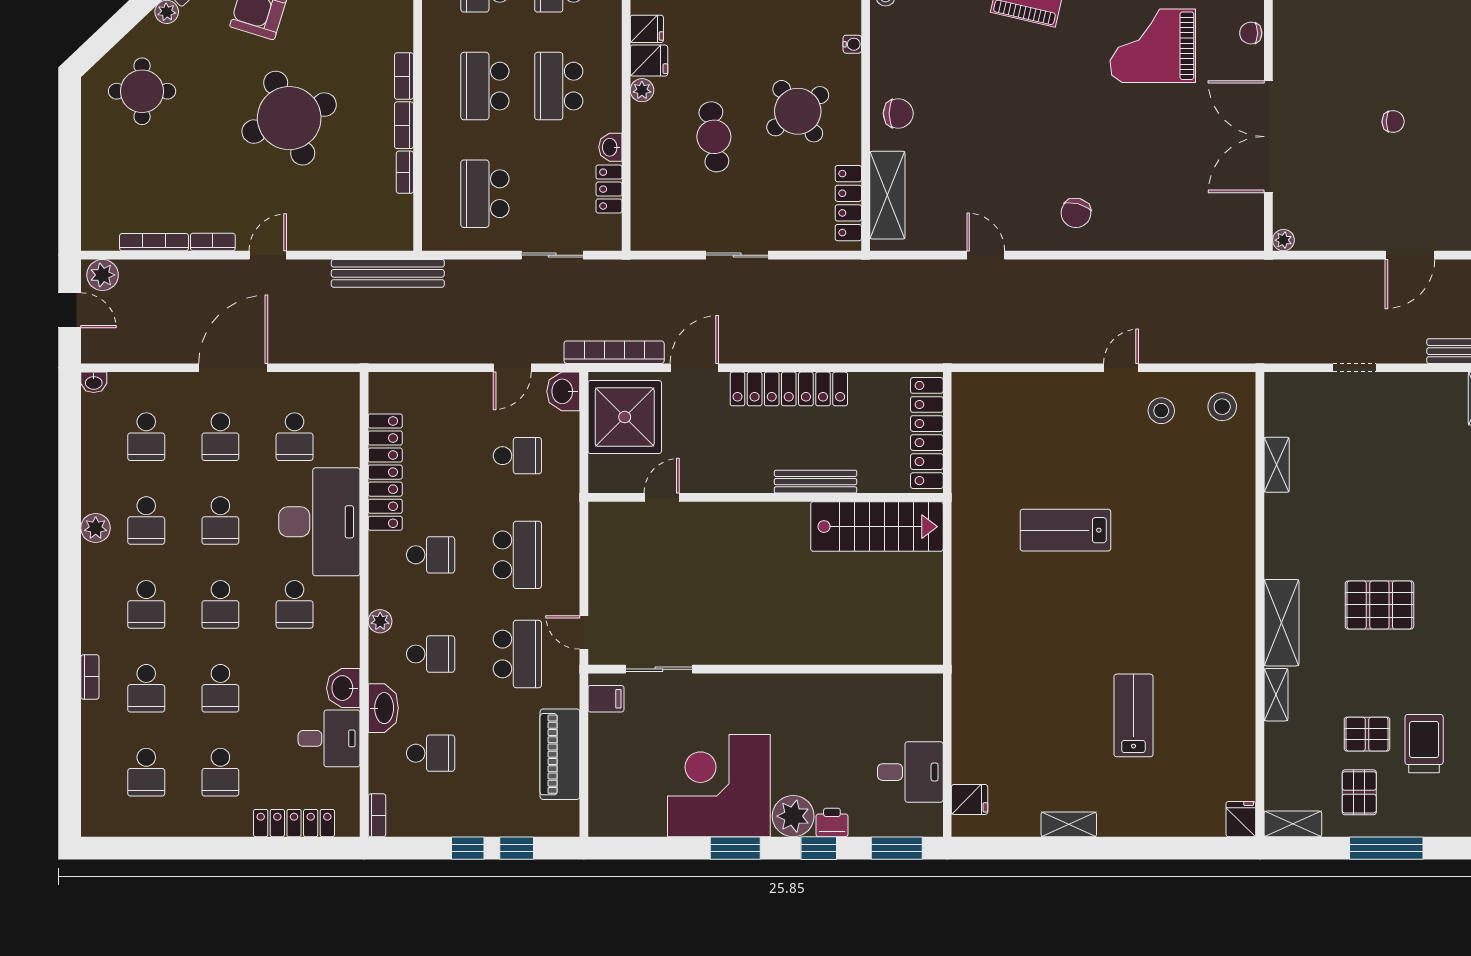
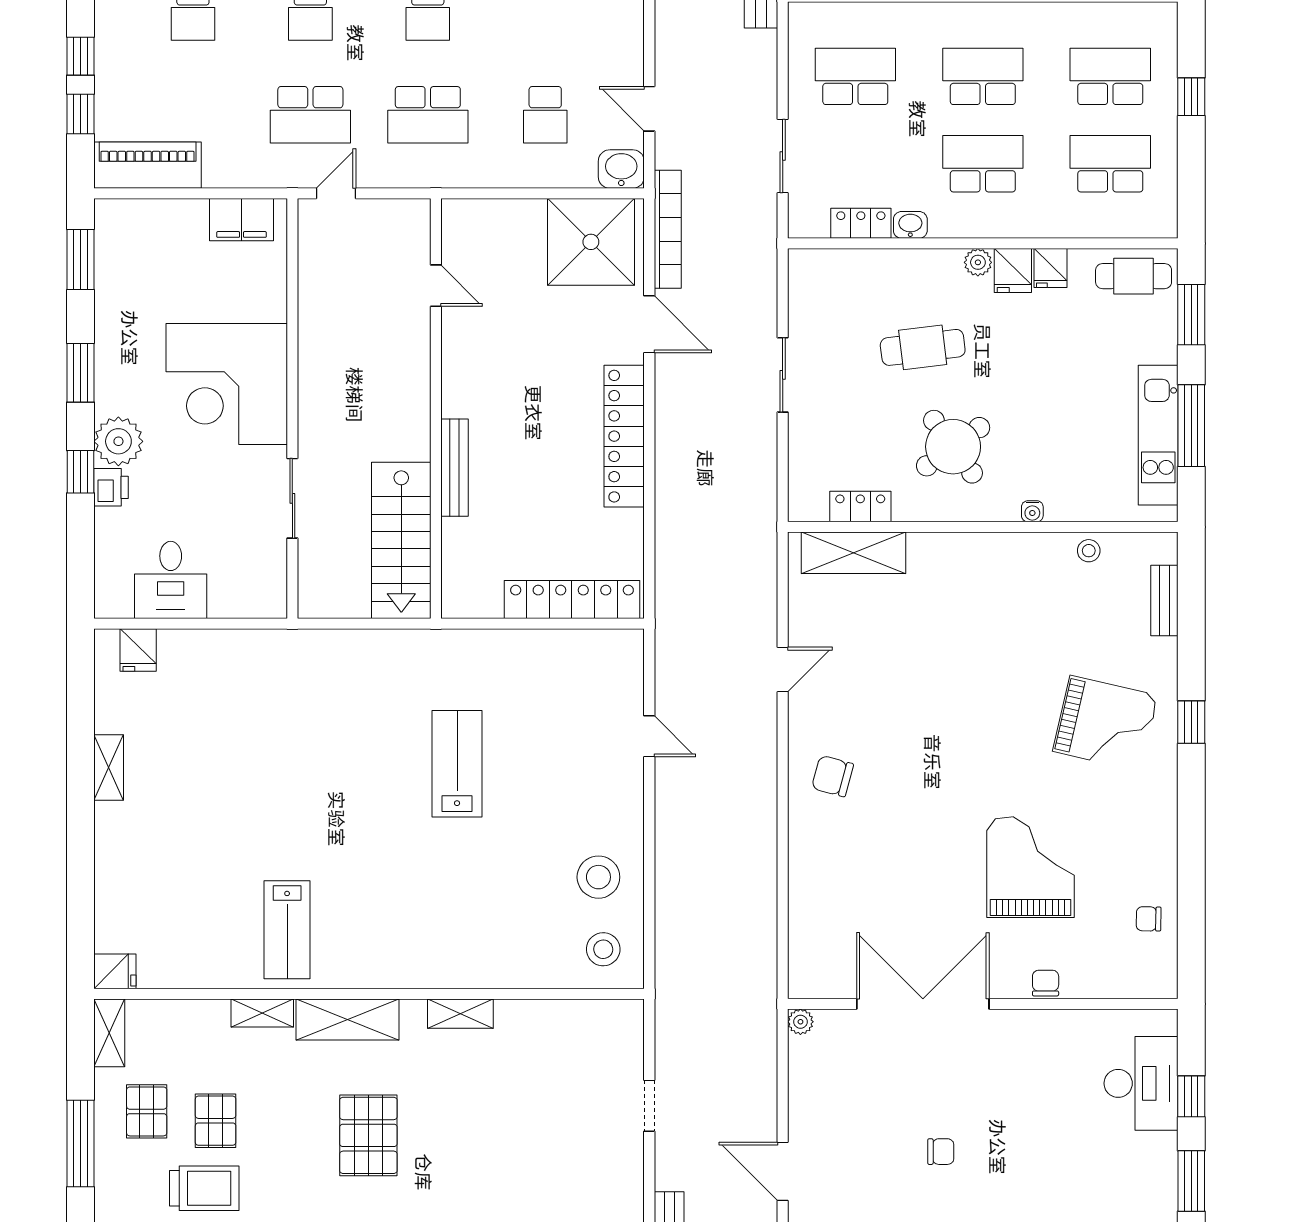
chair: (898, 113) -> (950, 566), removed
chair: (1393, 122) -> (941, 1152), turned -90
locker: (848, 203) -> (860, 507), width x0.66
door: (1121, 368) -> (649, 736), moved
stool: (1161, 411) -> (598, 877), width x1.38, depth x1.38
shelving: (1277, 465) -> (460, 1014), moved
bench: (815, 482) -> (454, 468), moved
door: (662, 497) -> (436, 286), moved
wall: (766, 497) -> (436, 409), moved
stairs: (877, 527) -> (401, 540), moved
sliding door: (659, 669) -> (292, 498), moved
filing cabinet: (606, 699) -> (242, 220), width x2.00
lab bench: (1133, 715) -> (287, 930), moved, turned 90
piano: (560, 754) -> (148, 165), moved
corner desk: (719, 786) -> (227, 384), moved, turned 180
pallet: (1359, 792) -> (147, 1111), turned 90
window: (897, 848) -> (81, 259), moved

